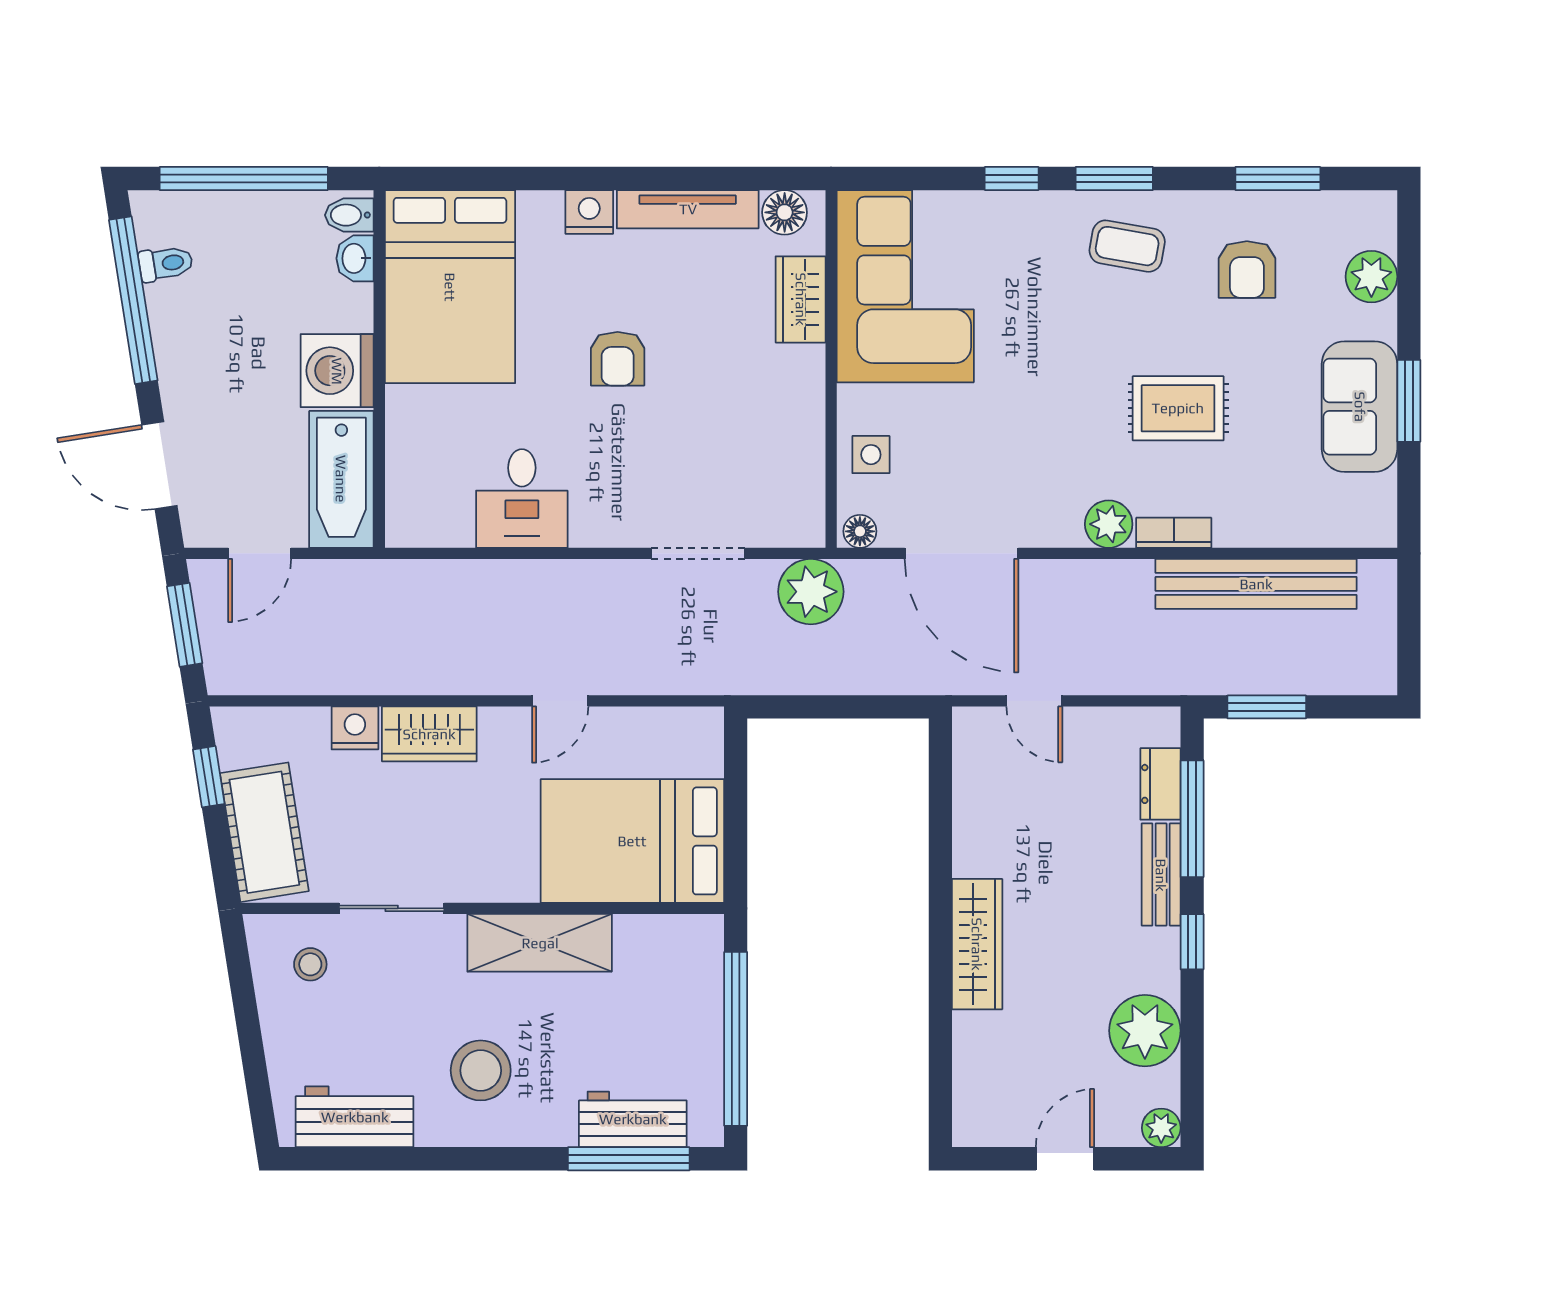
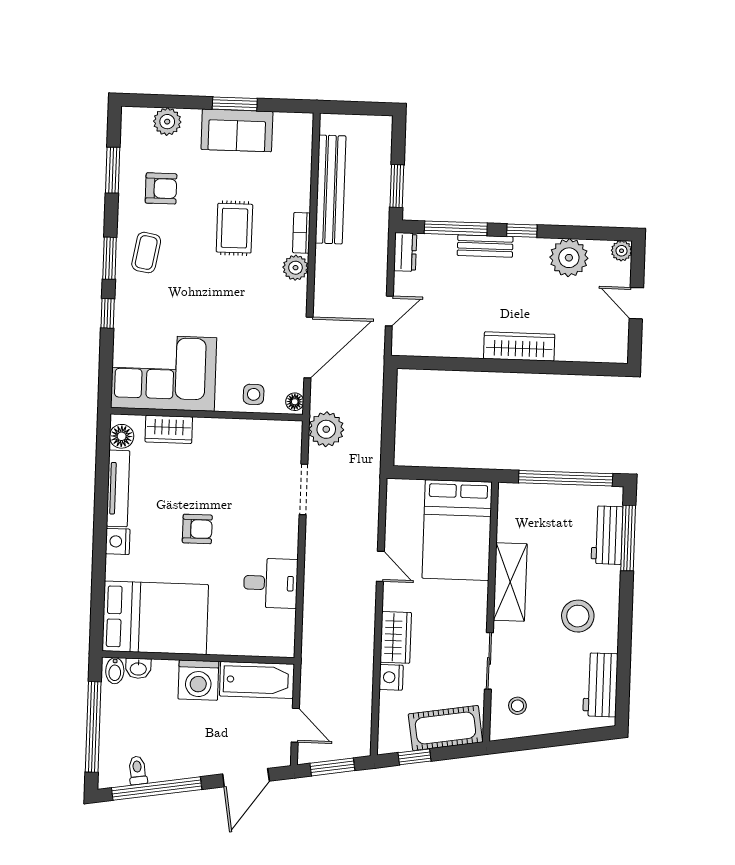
dresser: (1160, 784) -> (405, 252), moved, turned -90

